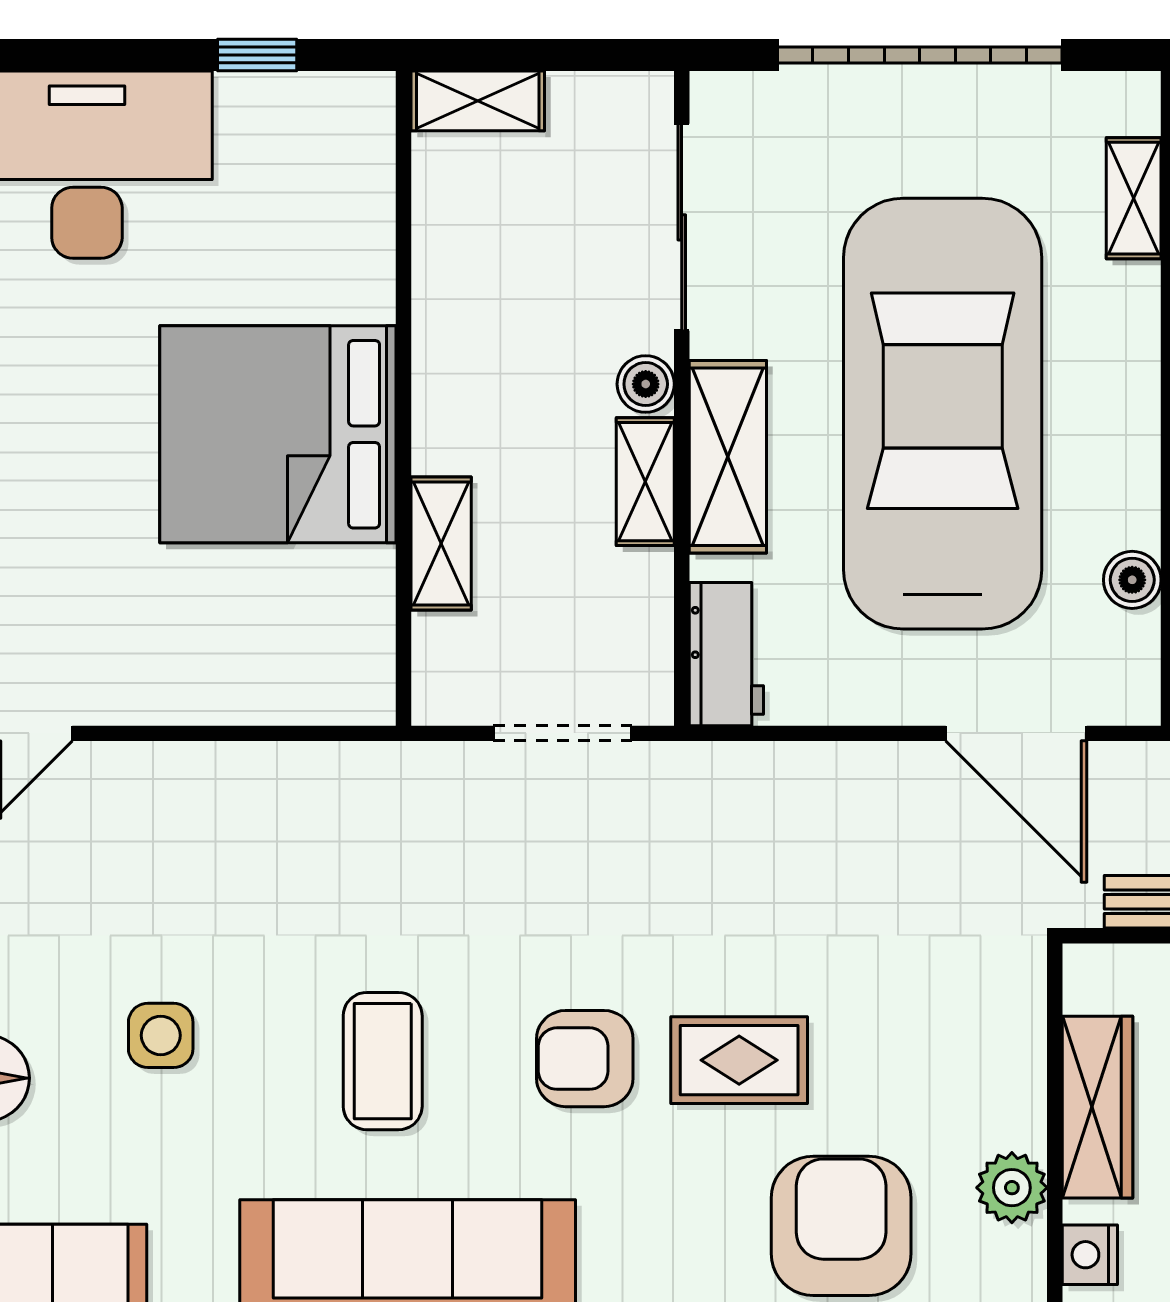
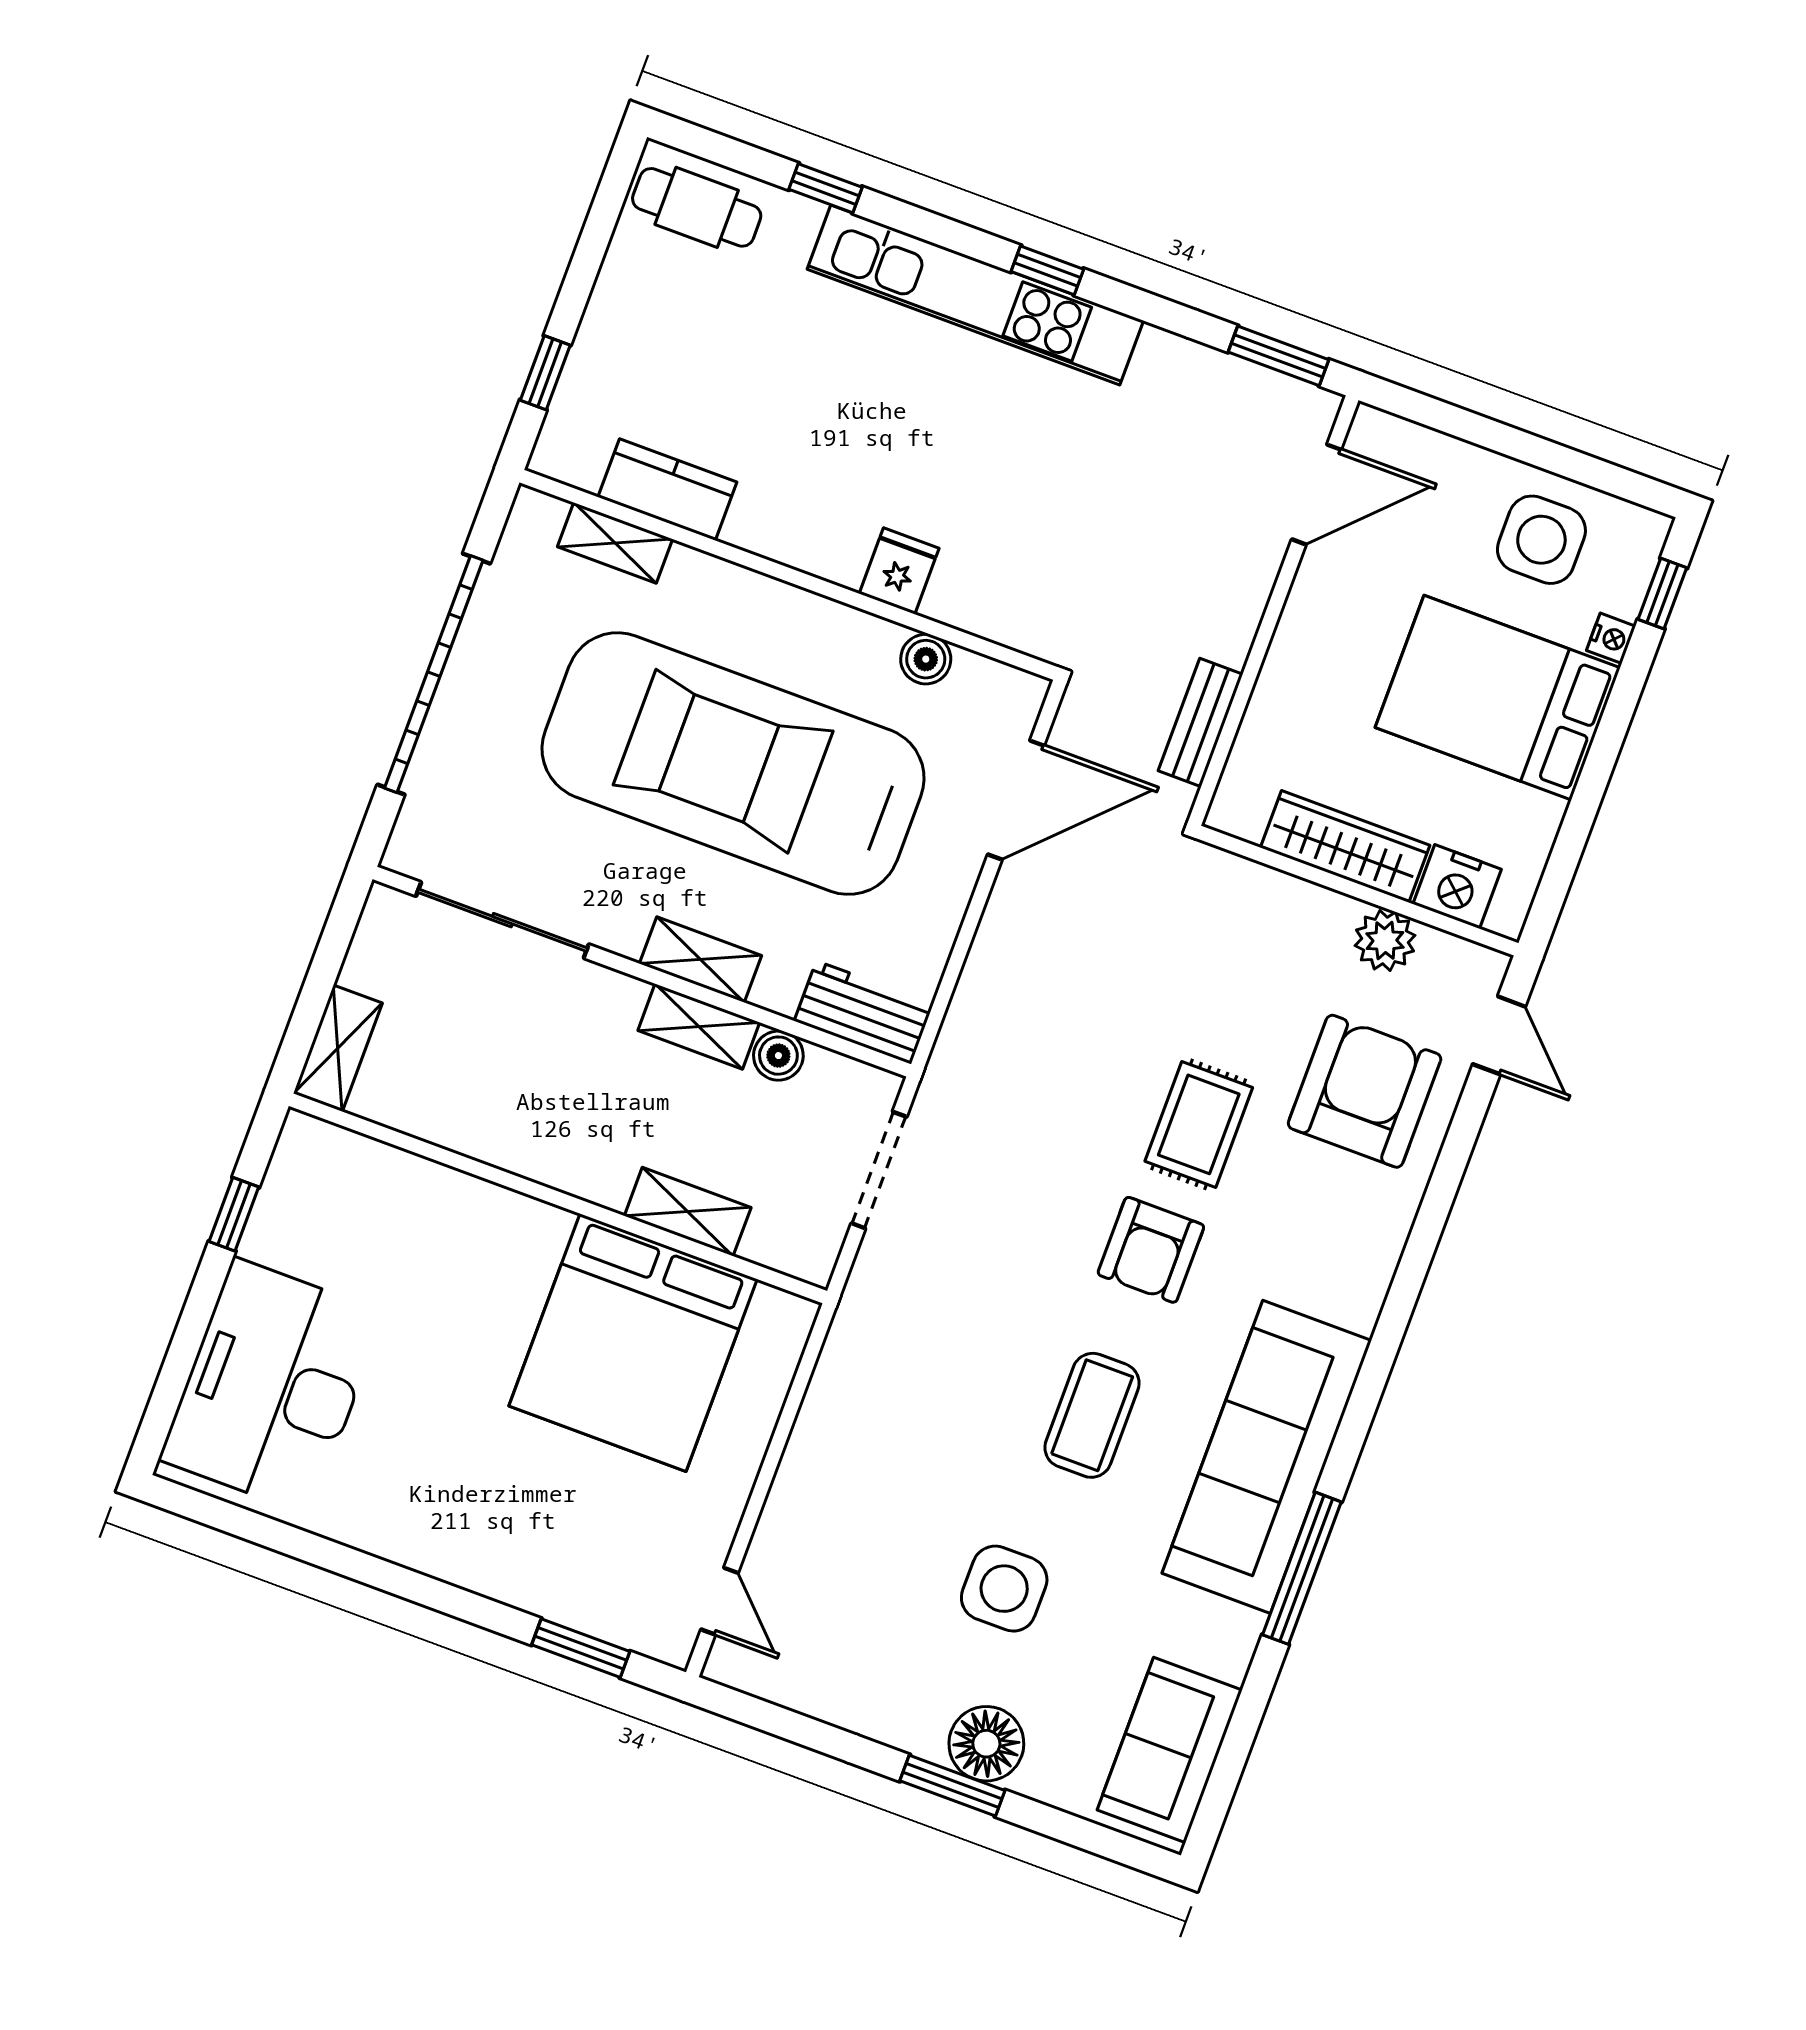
boiler: (646, 384) -> (778, 1056), moved
bed: (278, 434) -> (633, 1343), moved
shelving: (728, 457) -> (700, 960), width x0.67, depth x0.75
side table: (161, 1035) -> (1004, 1589), width x1.37, depth x1.37
coffee table: (383, 1061) -> (1092, 1415), turned 90
armchair: (841, 1226) -> (1365, 1091), turned 90
nightstand: (1090, 1255) -> (1457, 887), width x1.36, depth x1.33

